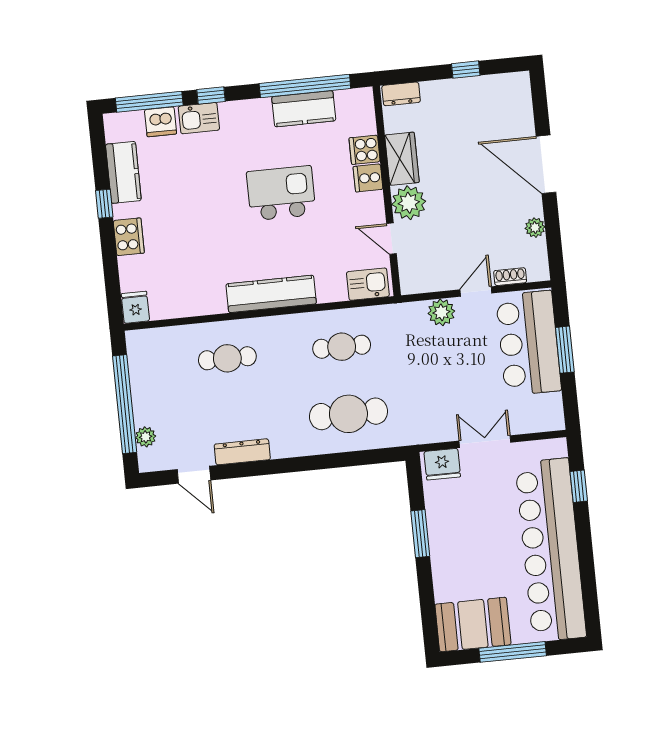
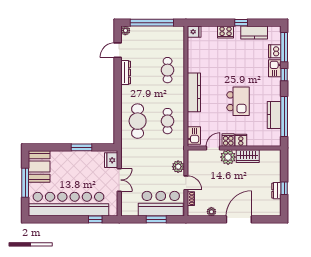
dresser: (401, 94) -> (276, 191), moved
cooker: (365, 150) -> (228, 140), moved
plant: (146, 437) -> (125, 30), moved

